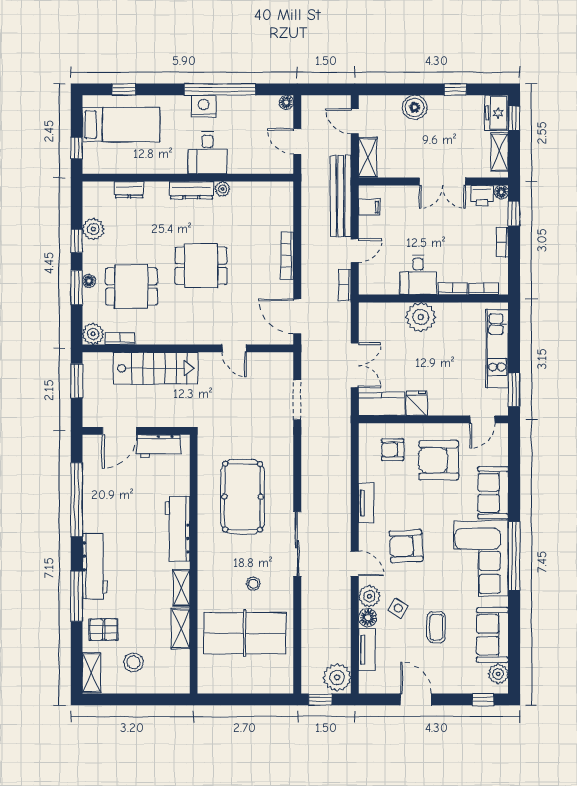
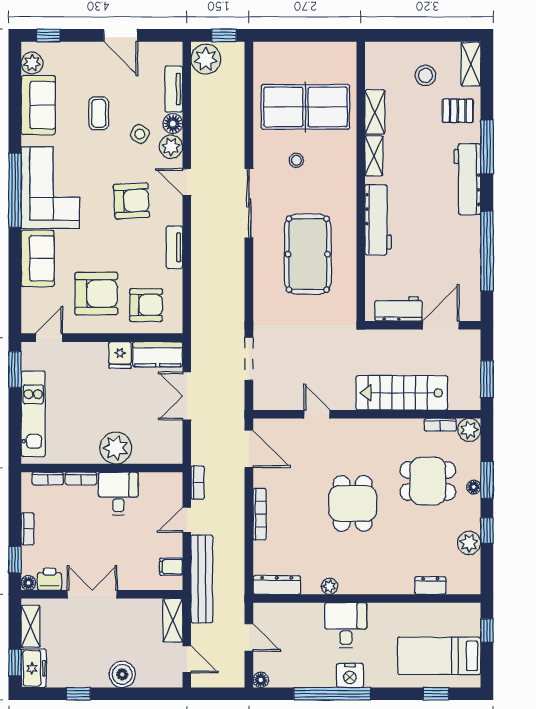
dresser: (191, 190) -> (277, 585), moved
dining table: (201, 266) -> (353, 503), turned 90
armchair: (393, 450) -> (146, 305), width x1.38, depth x1.38

